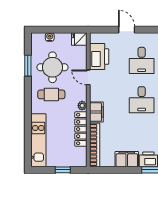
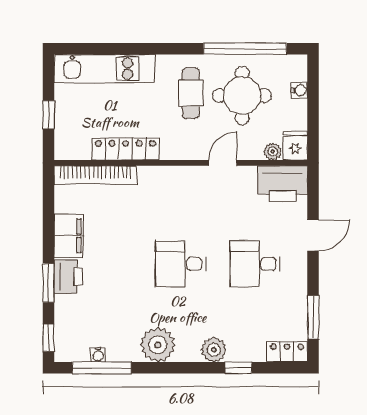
printer: (99, 57) -> (283, 183), moved
window: (28, 66) -> (245, 49), width x2.11
plant: (82, 106) -> (273, 151), moved
filing cabinet: (96, 112) -> (158, 178), removed

